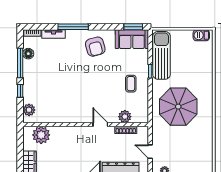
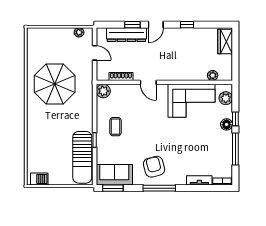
window: (73, 27) -> (159, 188), moved
floor lamp: (28, 54) -> (227, 124), moved
parasol: (178, 107) -> (55, 84), moved
corner sofa: (61, 108) -> (191, 101), added
plant: (125, 117) -> (103, 91), moved
plant: (41, 135) -> (213, 75), width x0.53, depth x0.53

